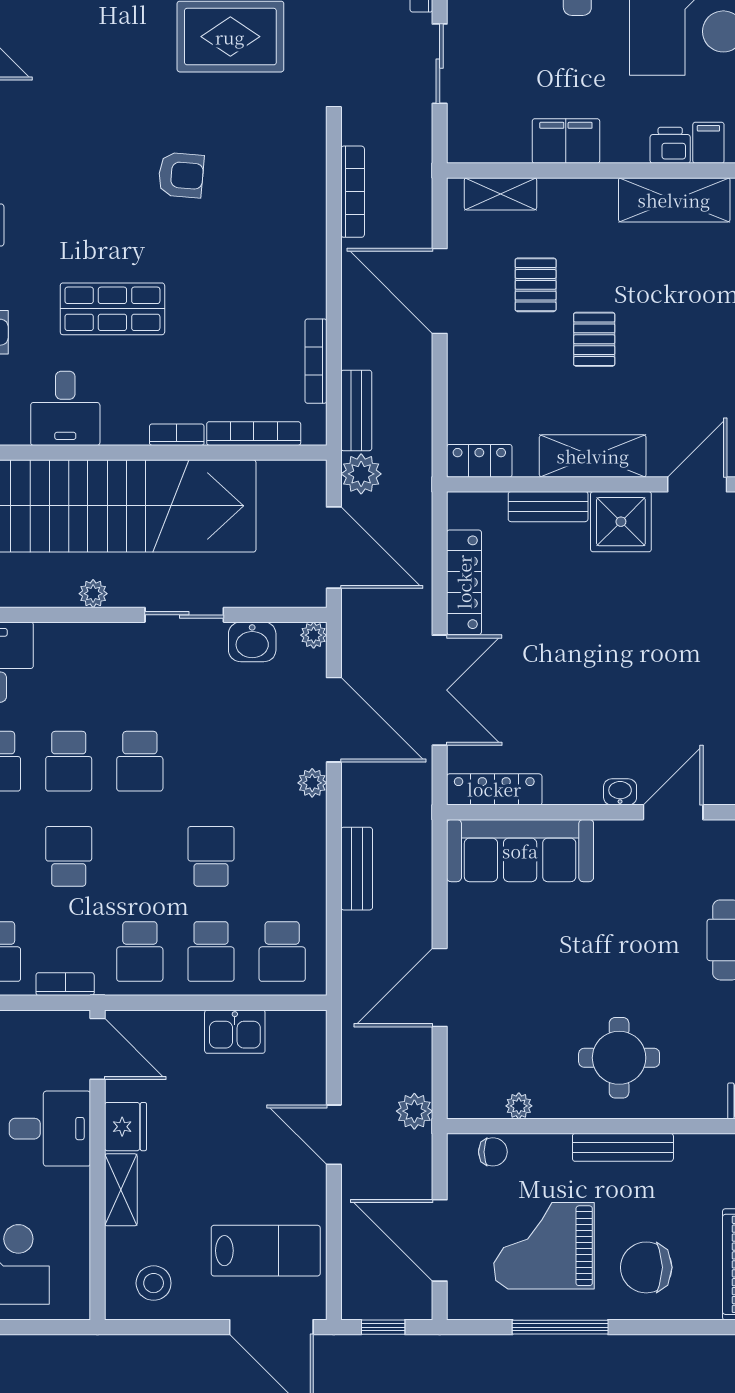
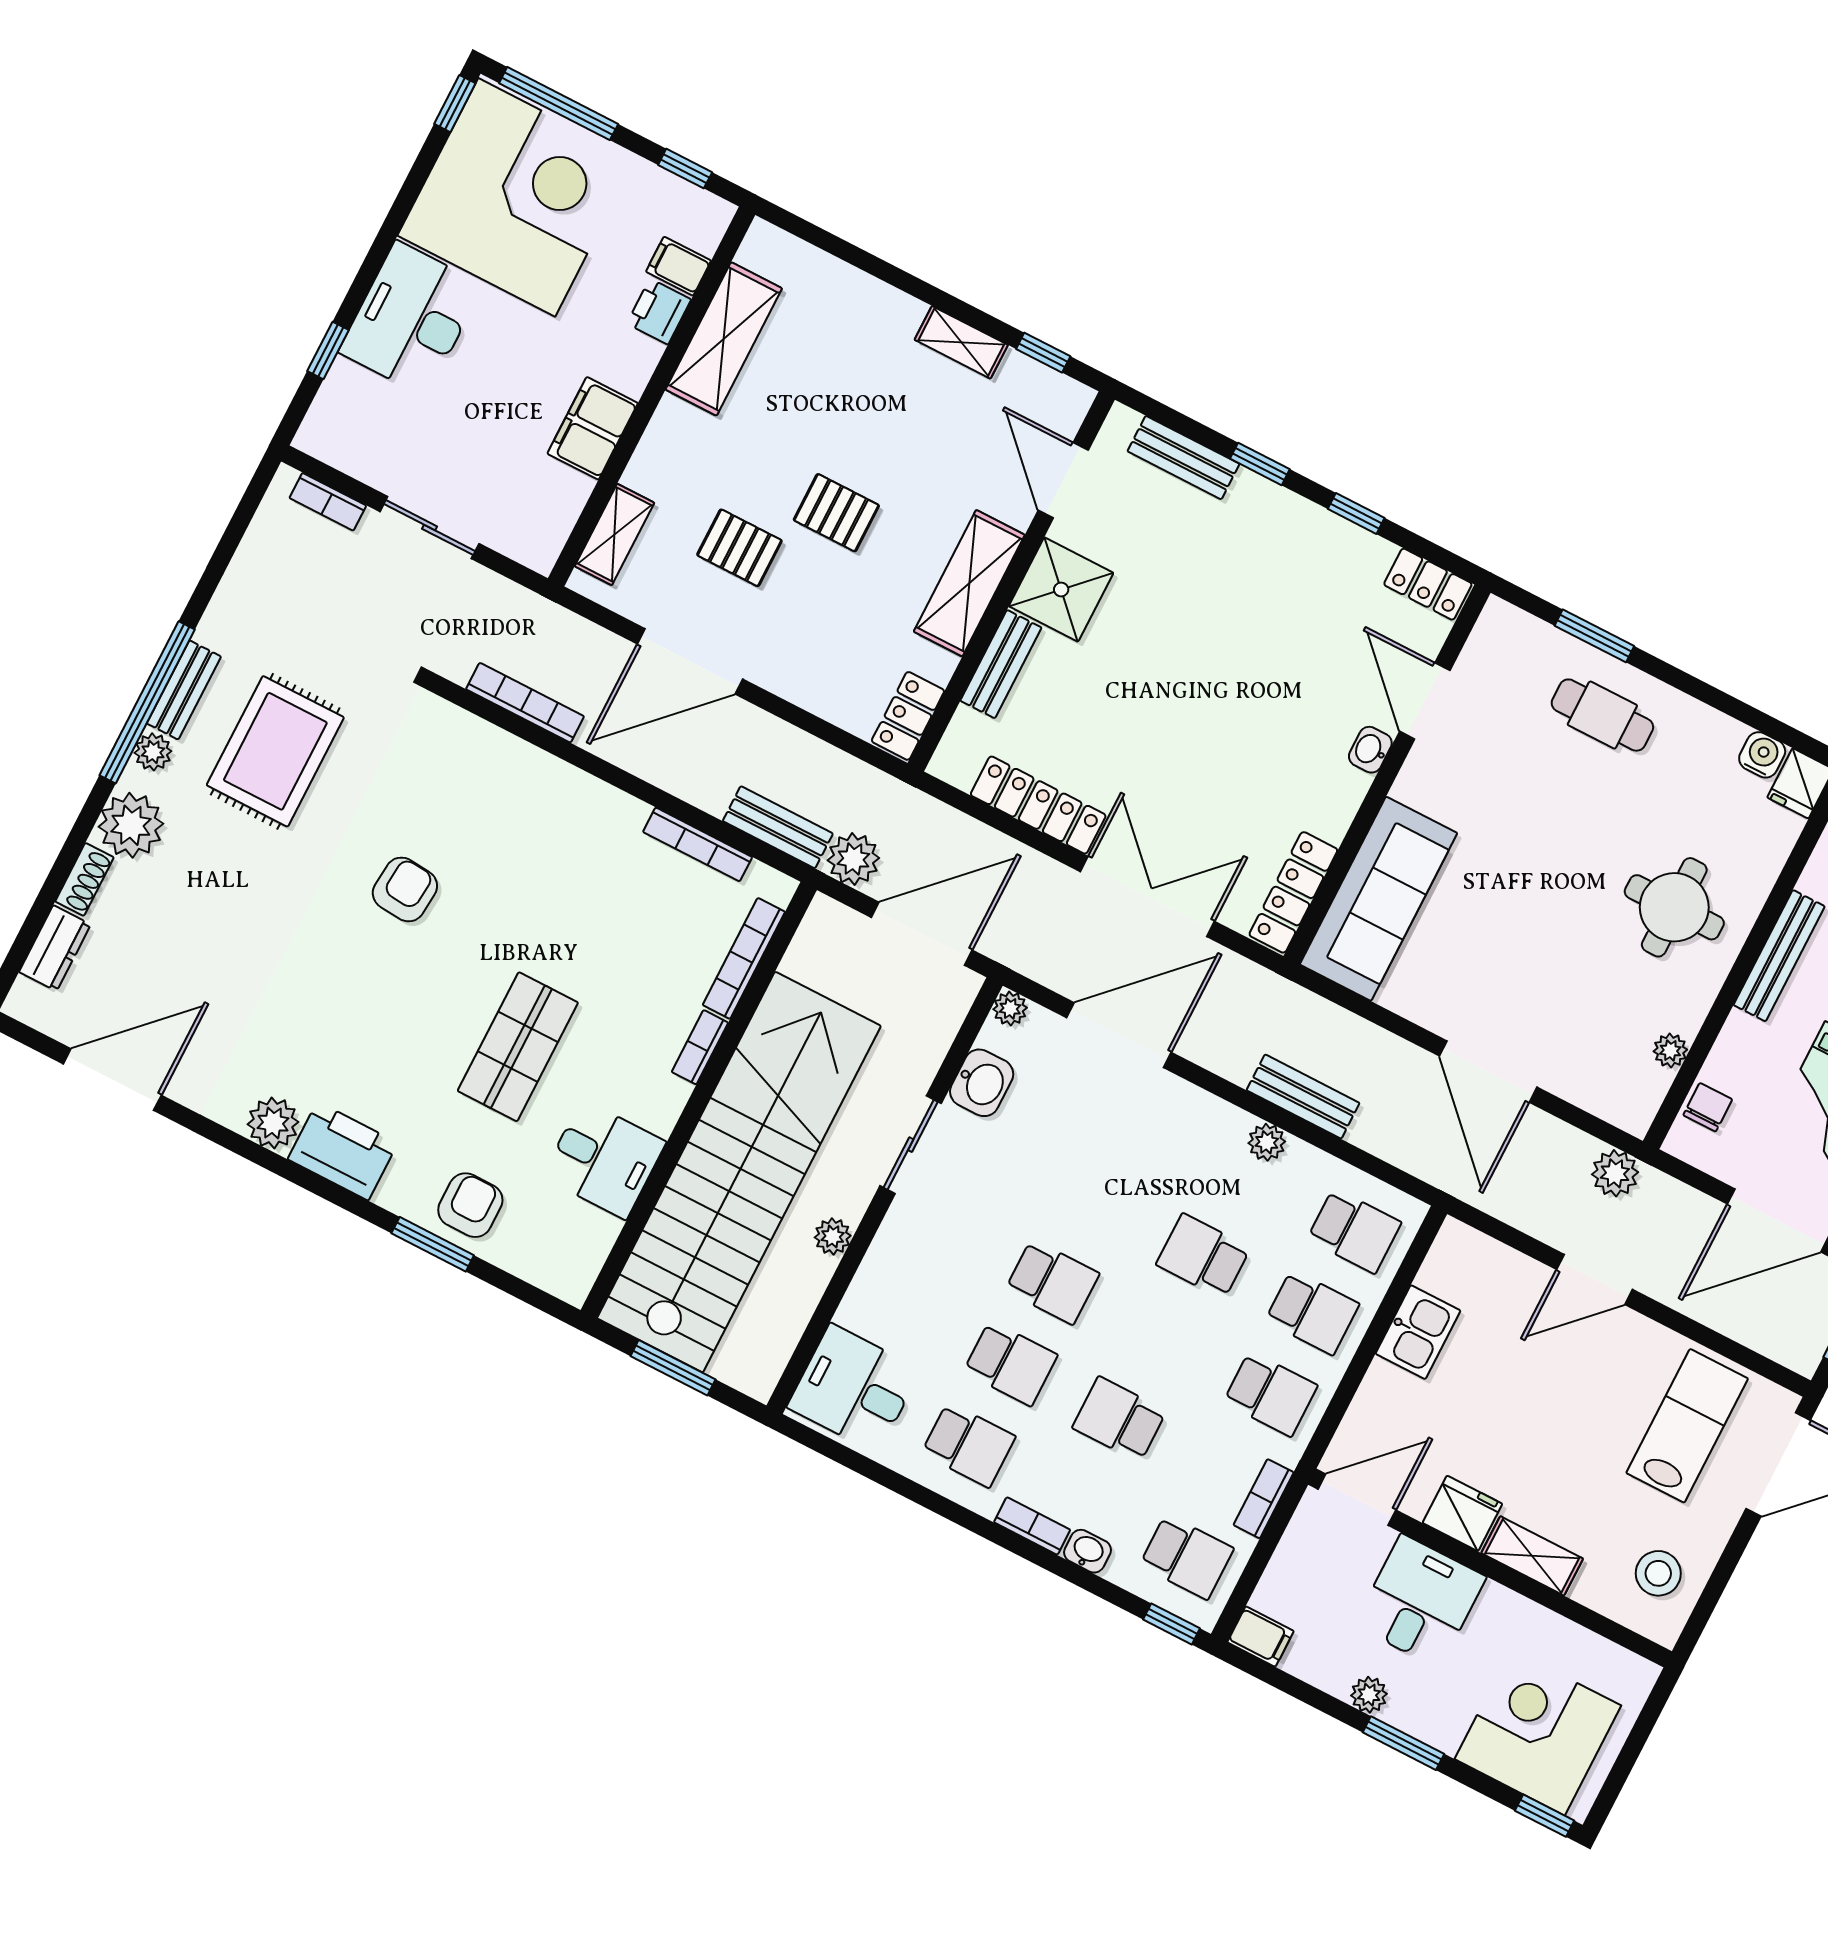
plant: (312, 783) -> (1267, 1142), moved

